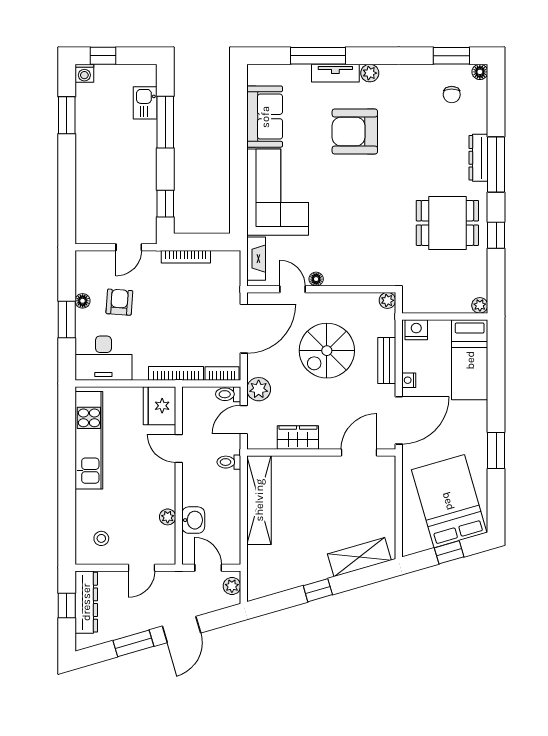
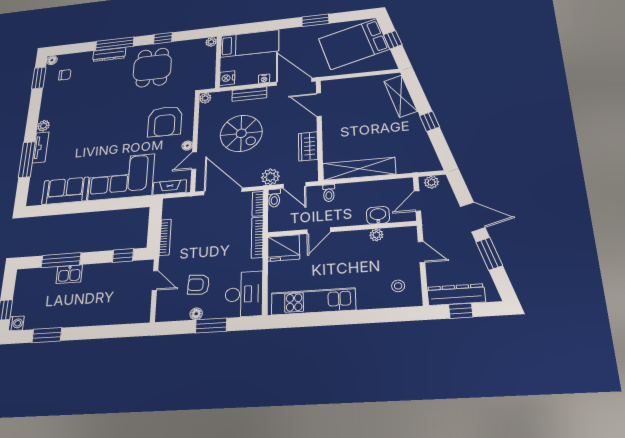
kitchen sink: (145, 103) -> (69, 274), moved
armchair: (355, 132) -> (165, 121), moved

